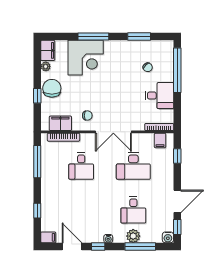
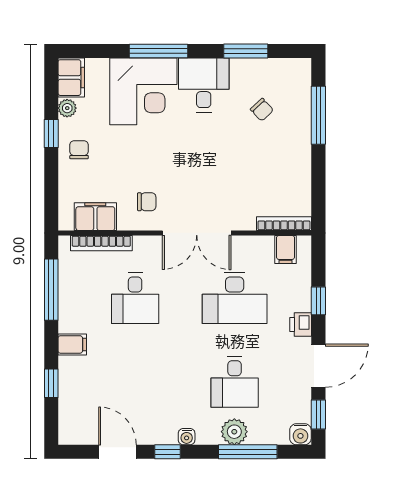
window: (177, 70) -> (318, 115), width x0.68
chair: (52, 88) -> (79, 150), width x0.54, depth x0.54
window: (37, 96) -> (51, 133), moved
desk: (159, 96) -> (204, 85), moved, turned -90
window: (177, 156) -> (318, 301), moved
printer: (168, 180) -> (301, 325), added
filing cabinet: (48, 237) -> (72, 344), moved

